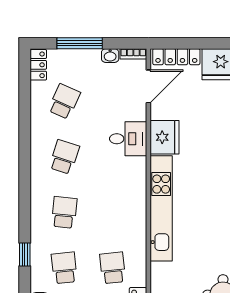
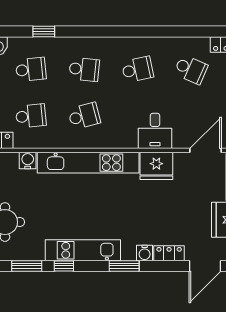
door: (148, 86) -> (205, 150), swing flipped
school desk: (64, 157) -> (137, 69), turned -30
school desk: (113, 212) -> (84, 116), added
water cooler: (159, 271) -> (28, 160), added

